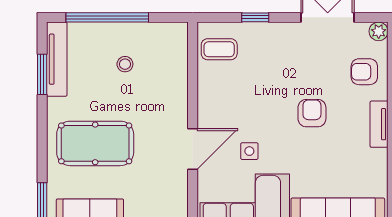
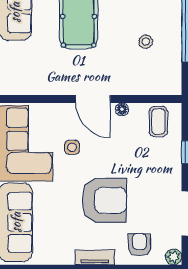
floor lamp: (205, 92) -> (122, 109), added
armchair: (312, 113) -> (104, 200), width x1.88, depth x1.88
door: (193, 149) -> (93, 99), moved

